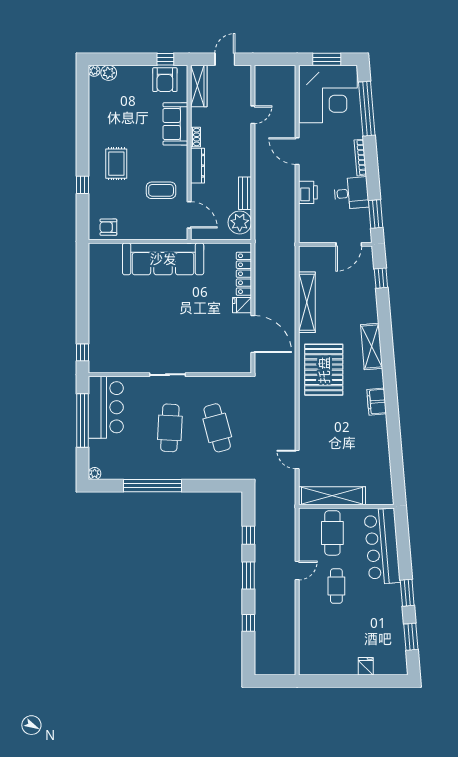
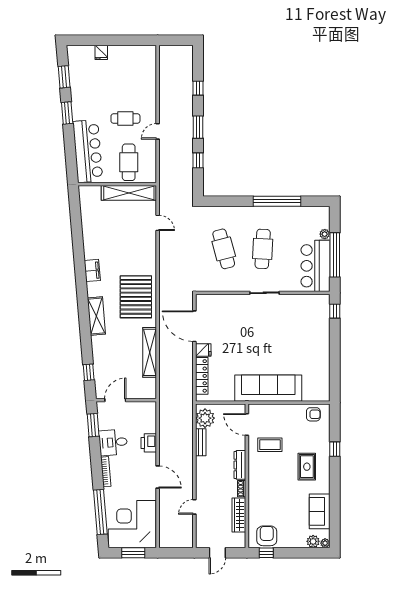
wardrobe: (199, 86) -> (239, 515), moved
sofa: (175, 124) -> (320, 511), moved, turned 180
plant: (95, 474) -> (325, 234), moved
cafe table: (336, 586) -> (125, 119), turned 90

